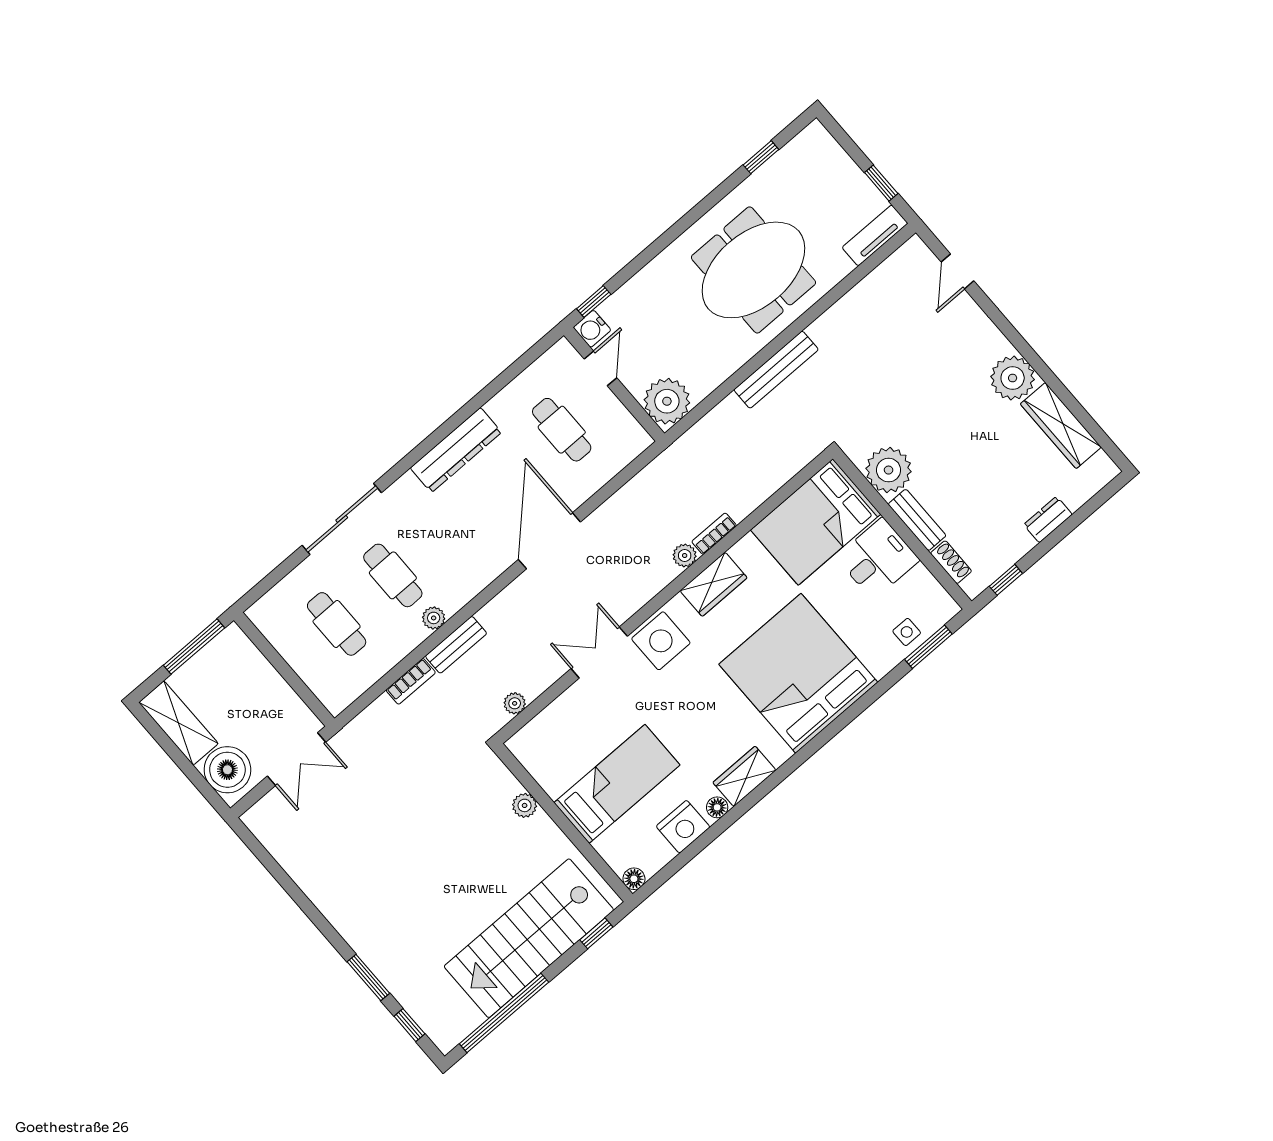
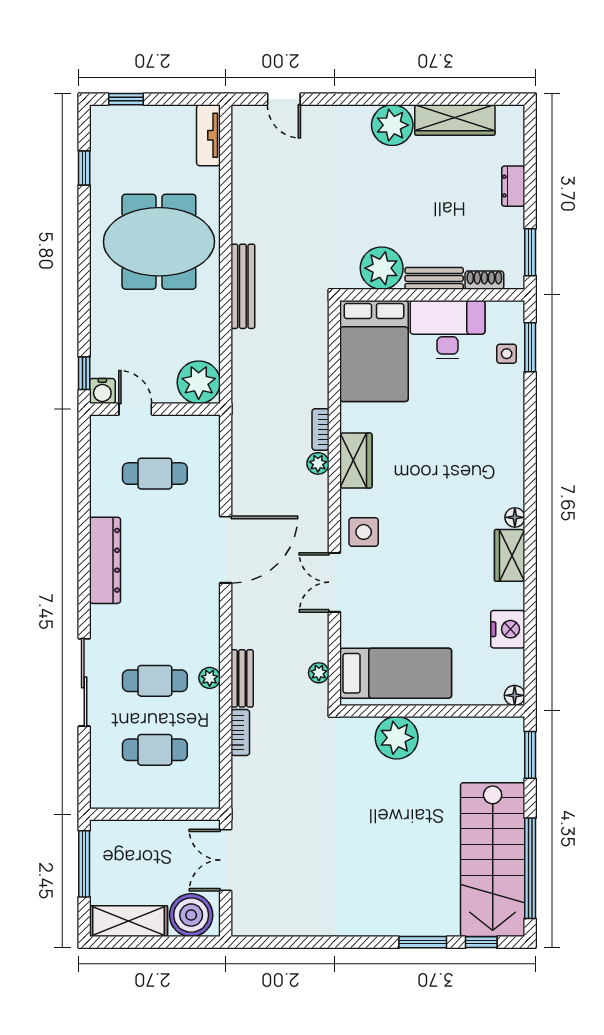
window: (881, 183) -> (126, 99), moved
meeting table: (753, 270) -> (159, 242), turned 90
door: (549, 541) -> (226, 550), swing flipped
desk: (878, 559) -> (448, 330), width x1.37
window: (1006, 580) -> (530, 252), width x1.50
side table: (661, 641) -> (364, 532), width x0.73, depth x0.73
bed: (798, 673) -> (470, 455), removed
double door: (297, 759) -> (226, 860), swing flipped
bed: (617, 784) -> (396, 673), moved, turned 90
plant: (525, 805) -> (397, 738), width x1.88, depth x1.88
floor lamp: (717, 807) -> (515, 517), moved
window: (596, 933) -> (530, 755), width x1.50
stairs: (529, 938) -> (493, 860), moved

